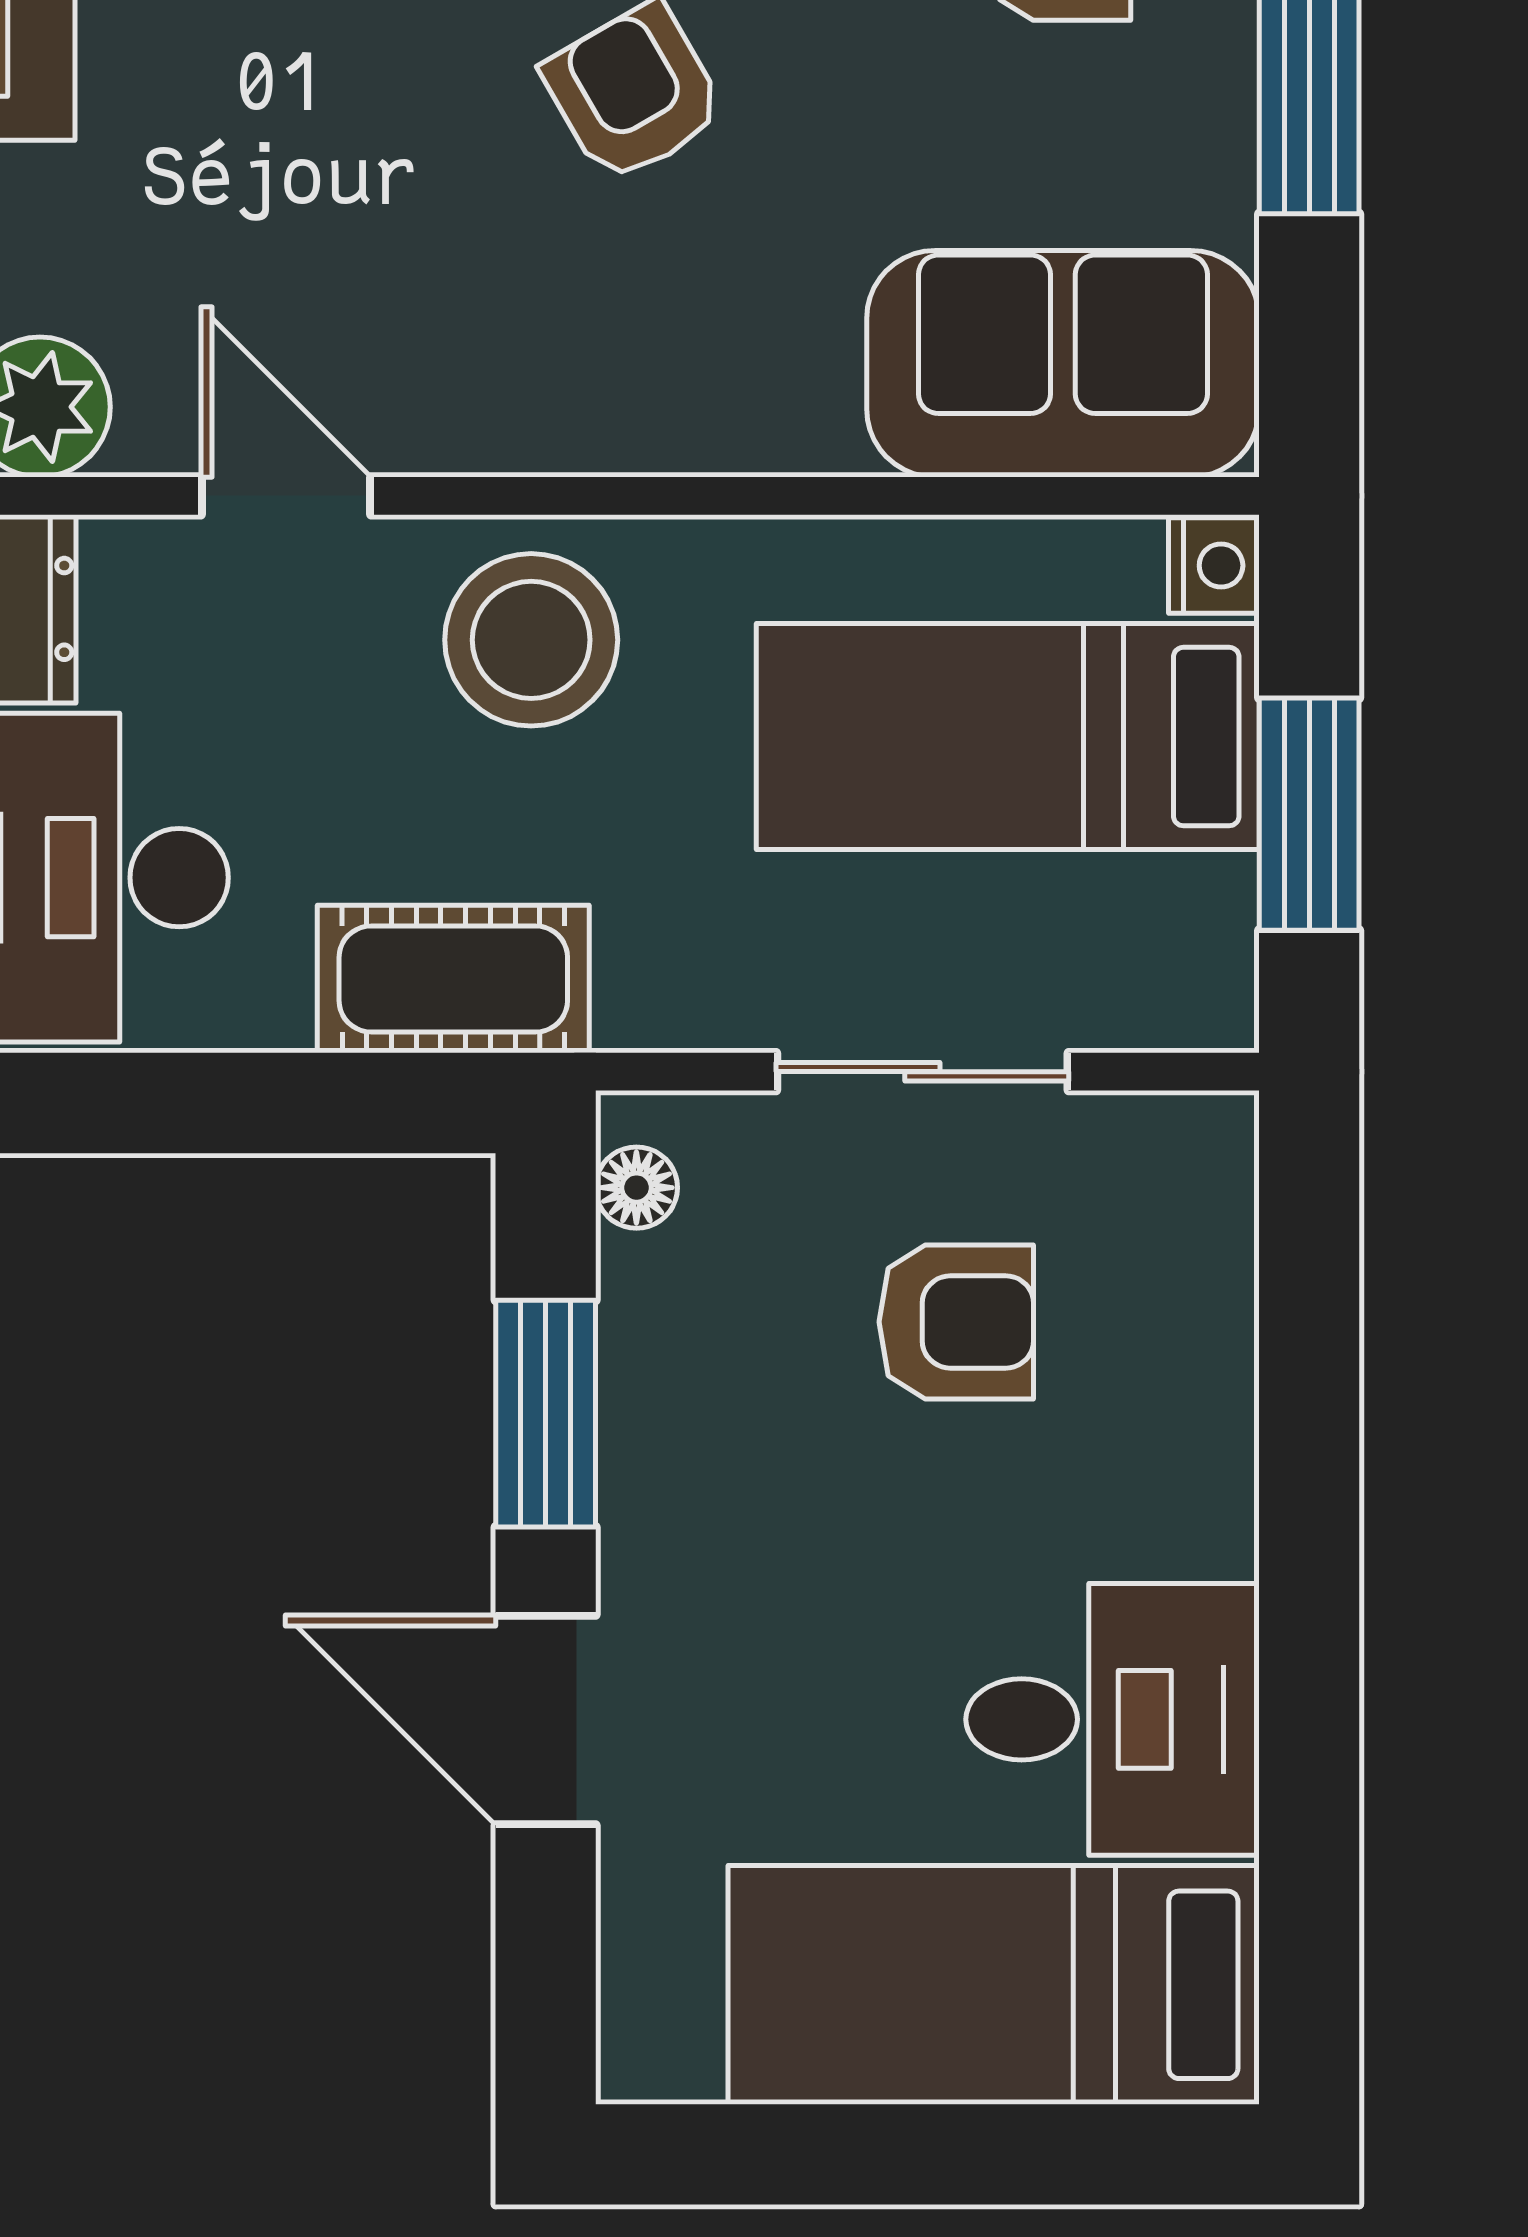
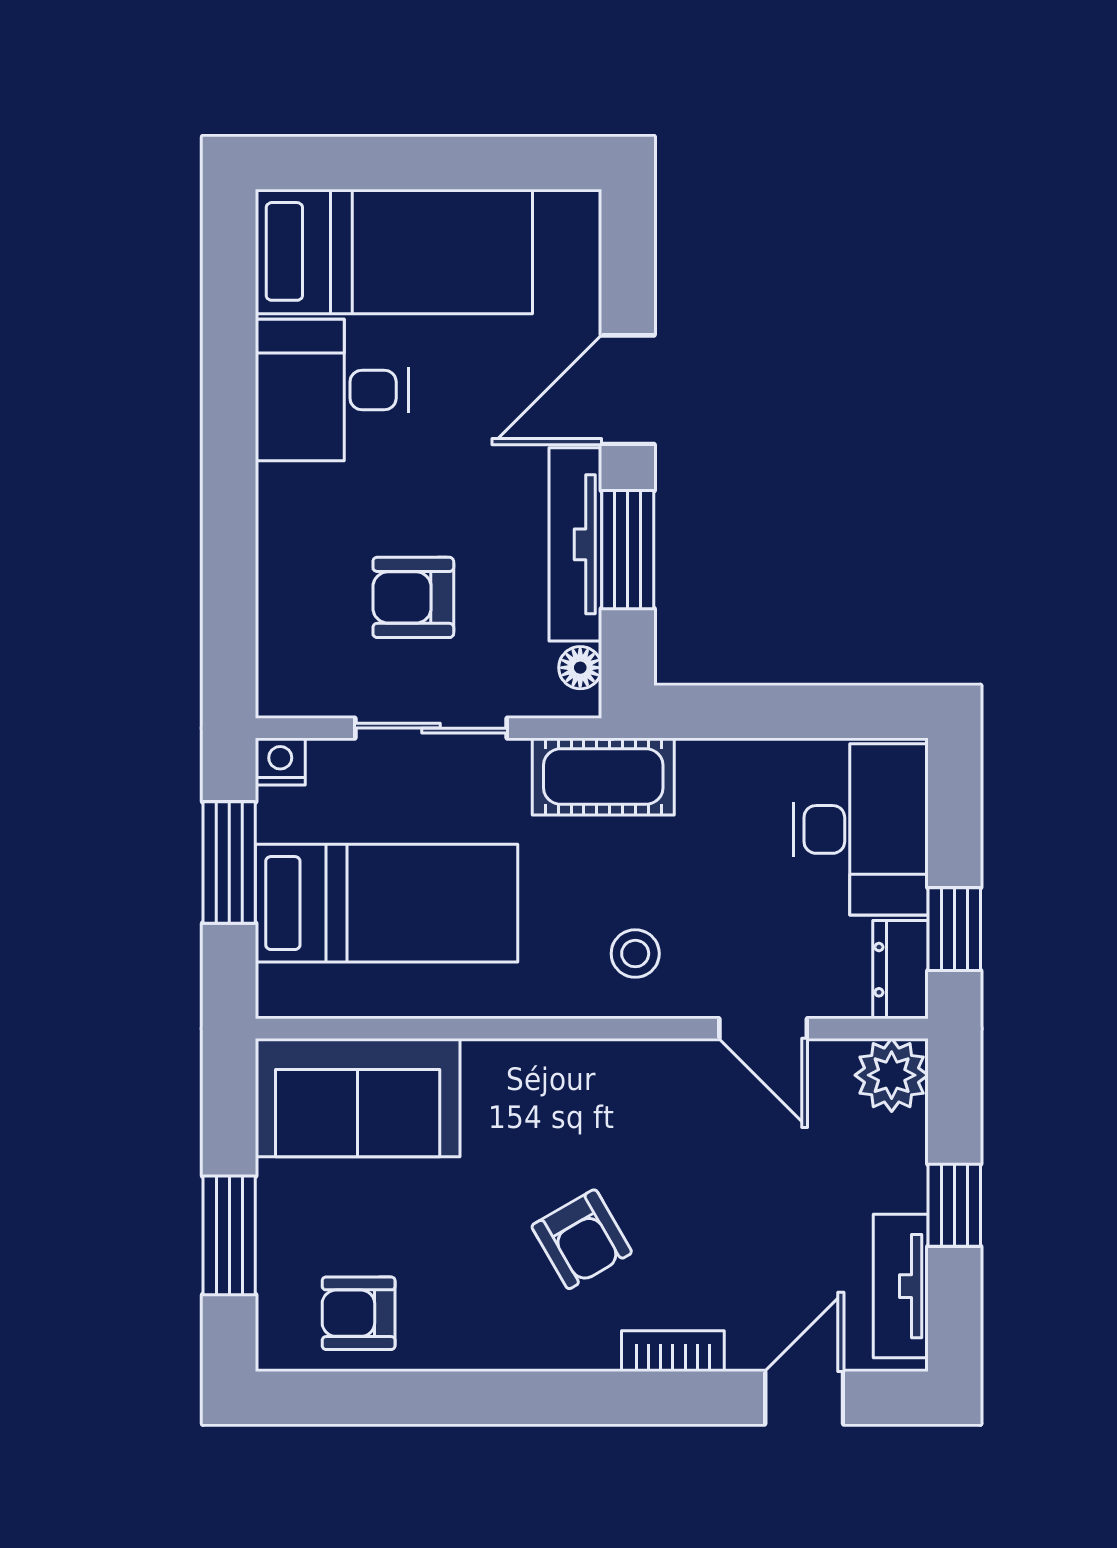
nightstand: (1214, 566) -> (280, 762), moved, turned 90
stool: (531, 640) -> (635, 954), width x0.53, depth x0.53
cot: (453, 979) -> (603, 777), moved
tv unit: (646, 1424) -> (575, 544), added
door: (546, 1720) -> (628, 390), swing flipped

